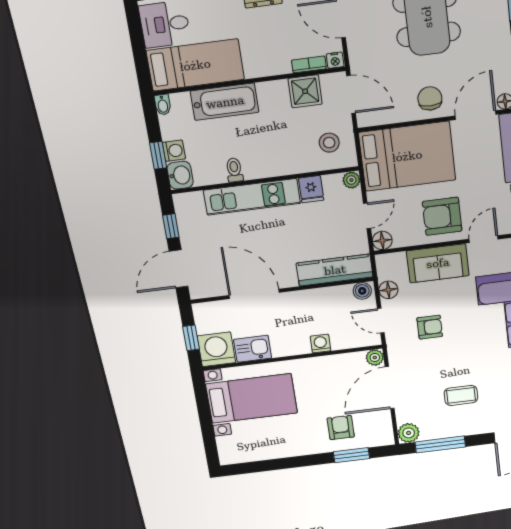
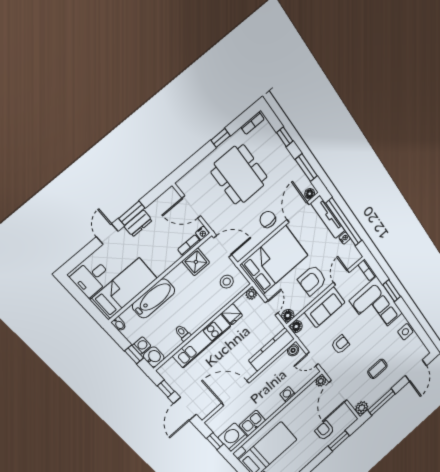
floor lamp: (388, 290) -> (296, 327), moved

